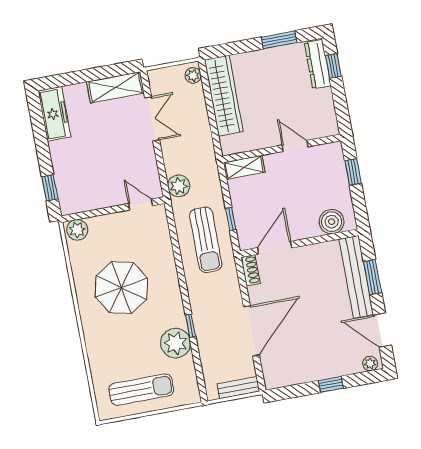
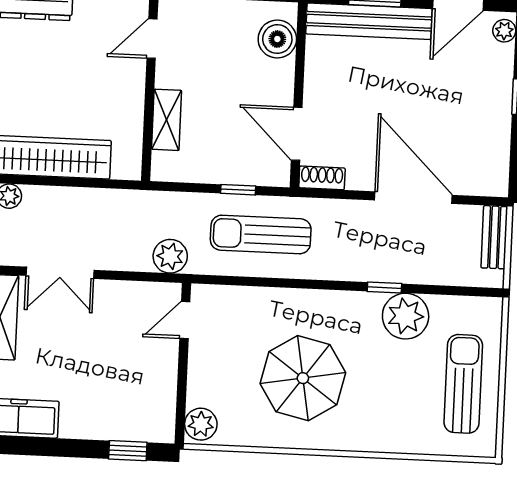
double door: (152, 119) -> (60, 273), swing flipped
door: (295, 146) -> (152, 39), moved
shelving: (244, 167) -> (167, 120), moved
sun lounger: (206, 240) -> (261, 234), turned 180

